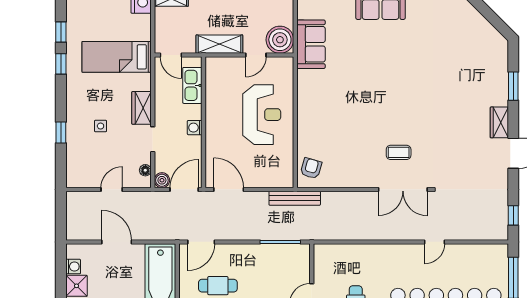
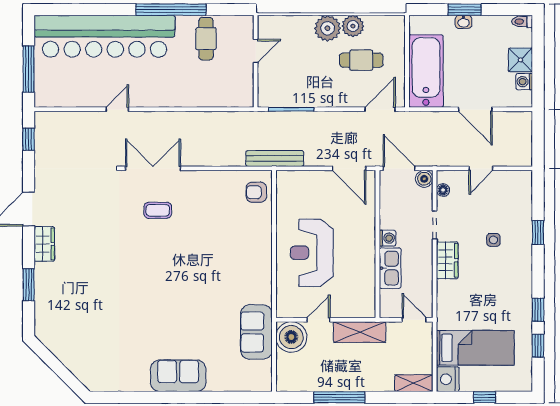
bed: (117, 57) -> (475, 348), moved
kitchen sink: (192, 85) -> (390, 268), moved
armchair: (311, 168) -> (256, 192), turned 74
door: (184, 189) -> (399, 168), swing flipped

